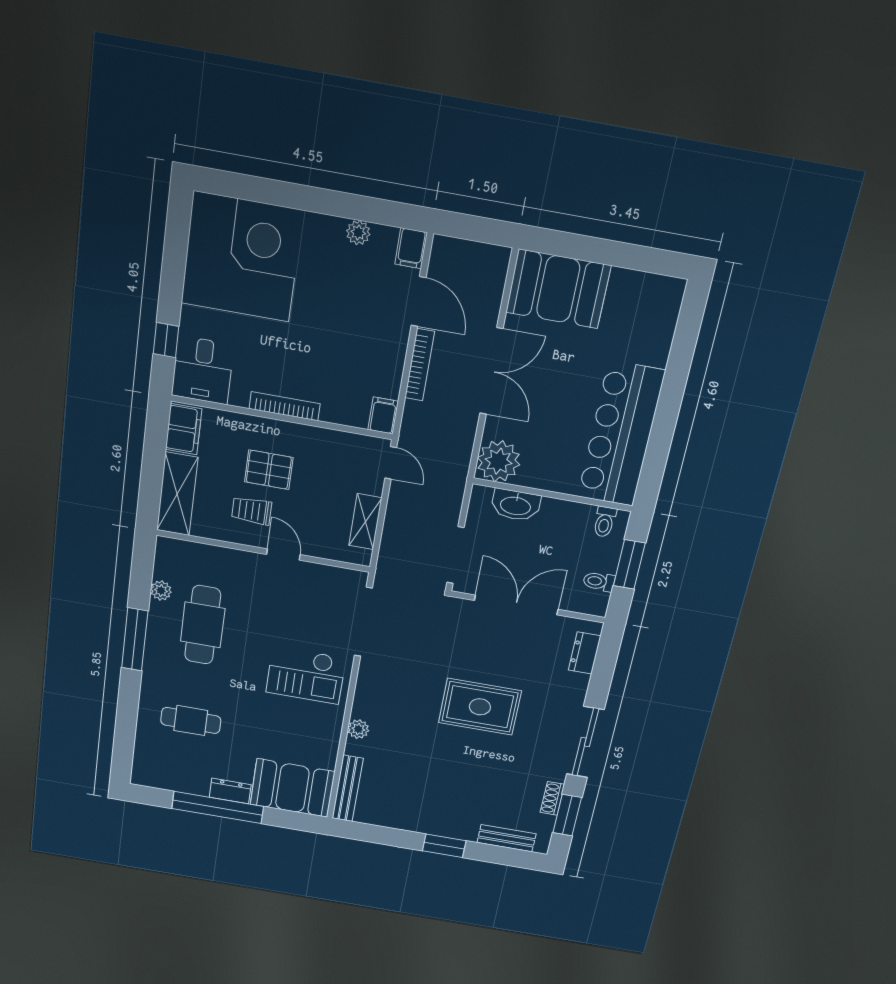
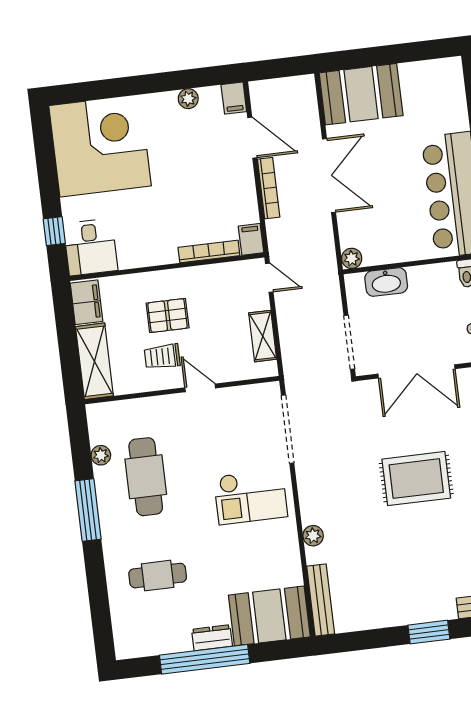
bookcase: (285, 406) -> (209, 252), moved
plant: (499, 461) -> (352, 258), width x0.53, depth x0.53
double door: (516, 605) -> (416, 371), swing flipped

